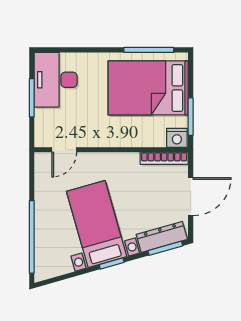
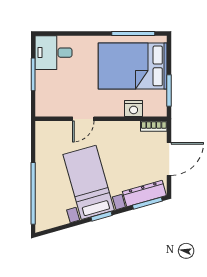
desk: (56, 80) -> (54, 53), width x0.73
nightstand: (177, 138) -> (134, 109), moved
door: (64, 150) -> (83, 119), moved
bookcase: (164, 158) -> (154, 126), width x0.64

